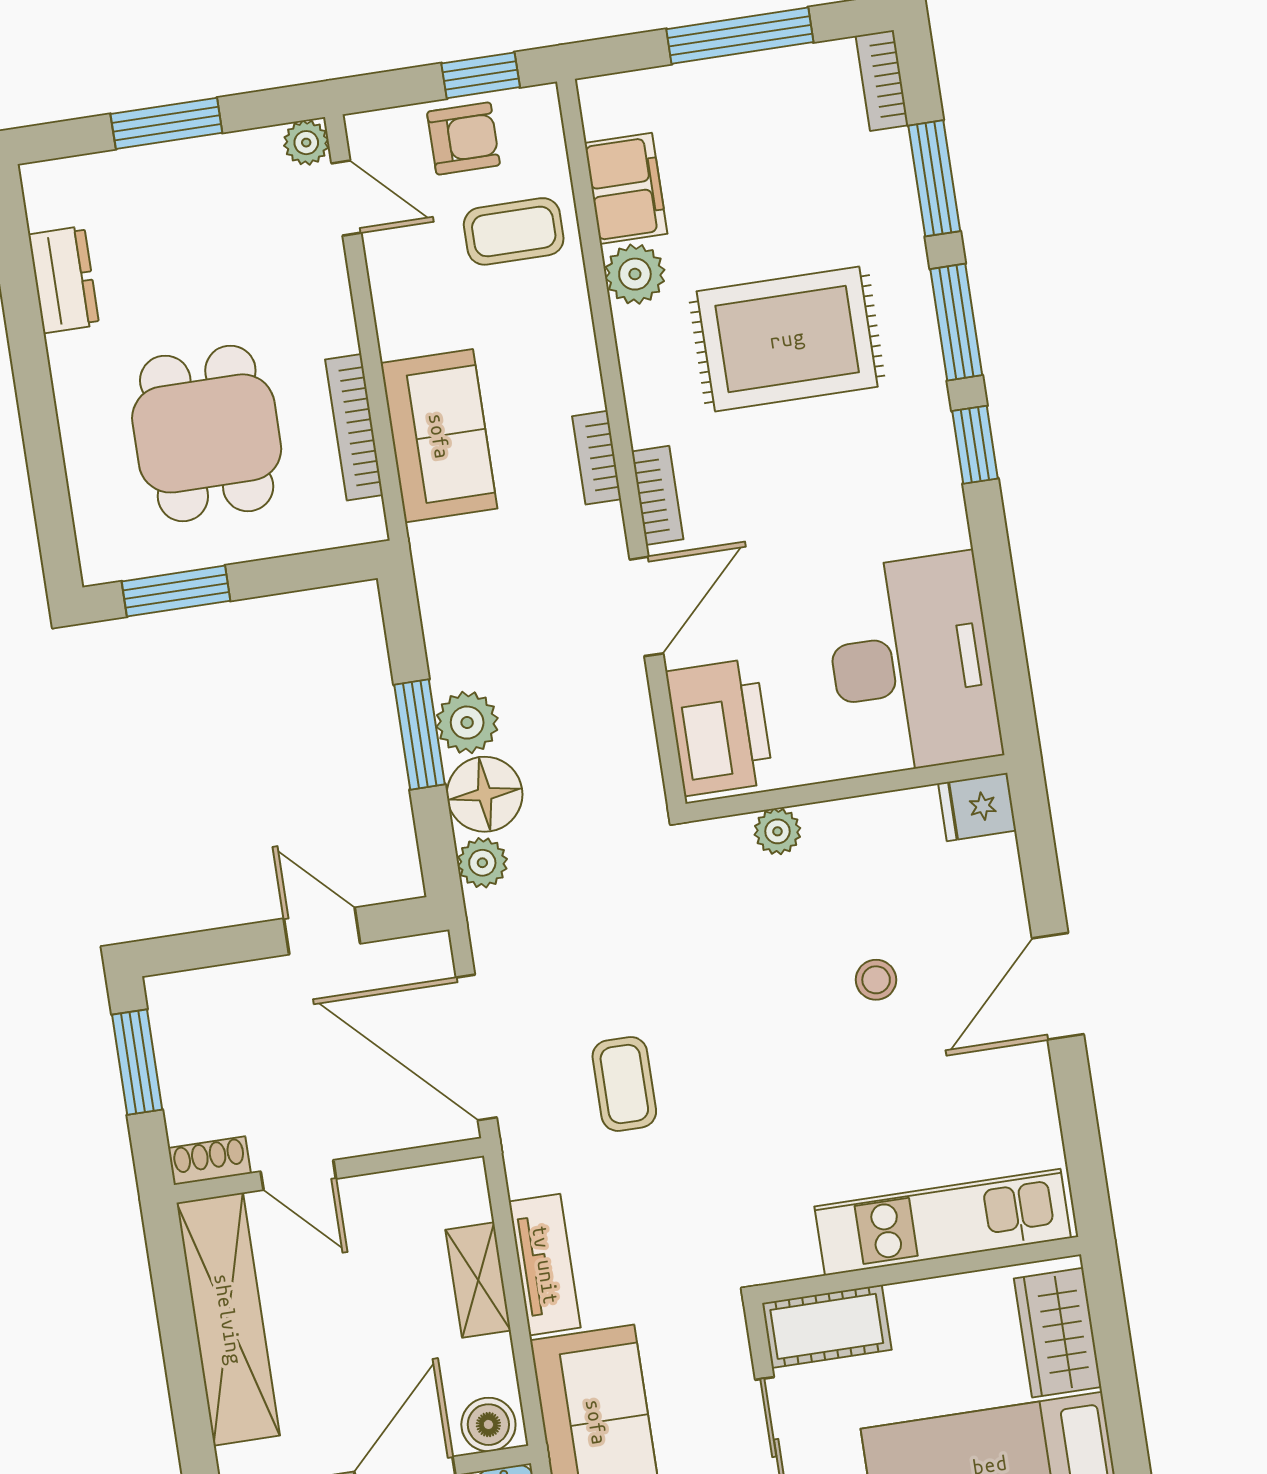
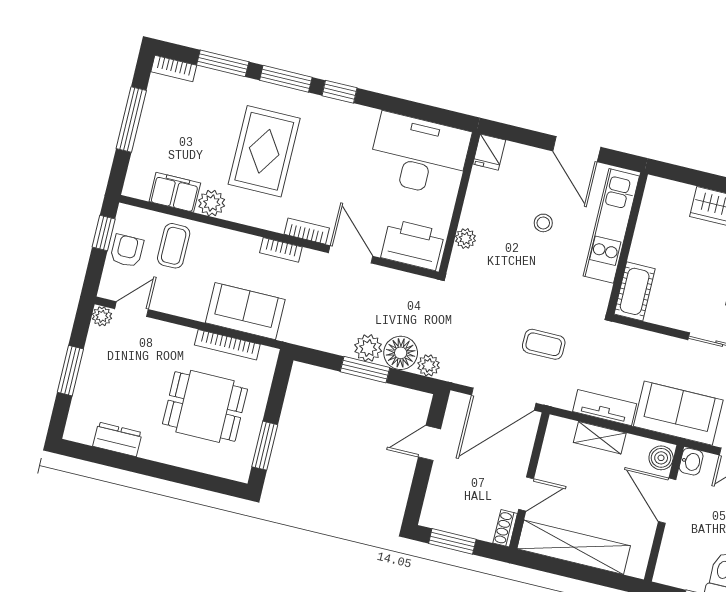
kitchen unit: (943, 1222) -> (611, 226), moved
wall: (920, 1270) -> (627, 243), moved
cot: (827, 1326) -> (635, 291), moved

